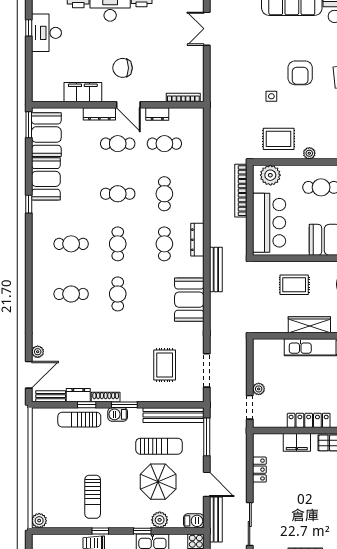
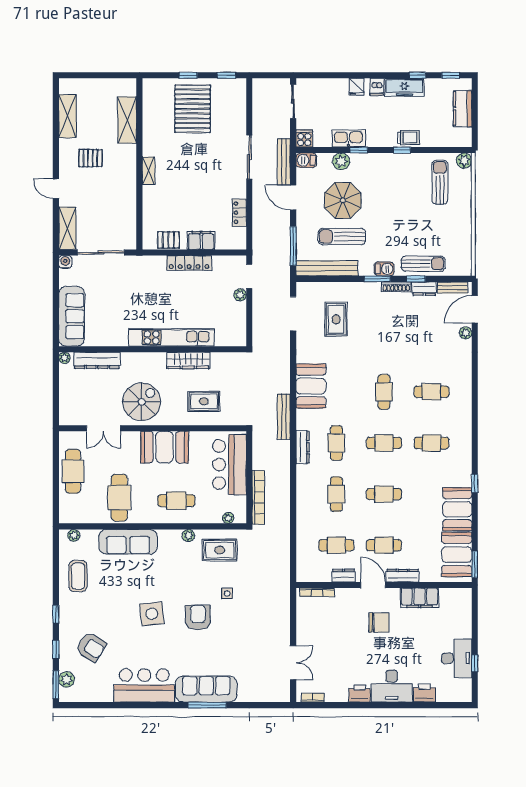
plant: (270, 175) -> (228, 518), width x0.53, depth x0.53
cafe table: (118, 244) -> (384, 443), turned 90
sun lounger: (93, 497) -> (440, 182), moved

